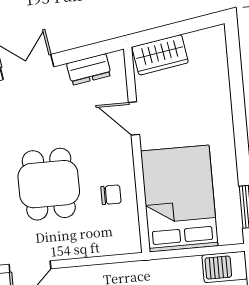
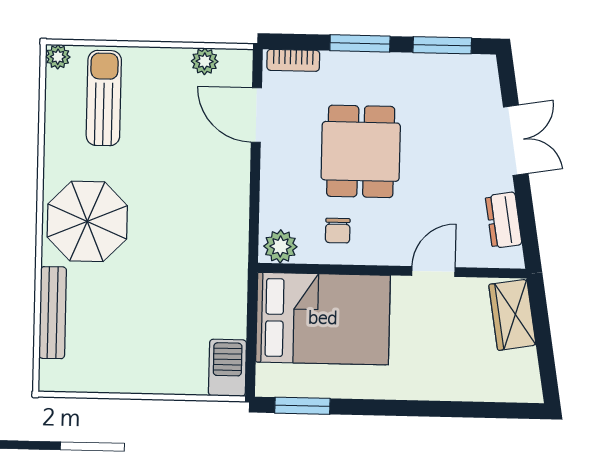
dining table: (49, 184) -> (361, 151), turned 90
plant: (128, 237) -> (280, 246), added

